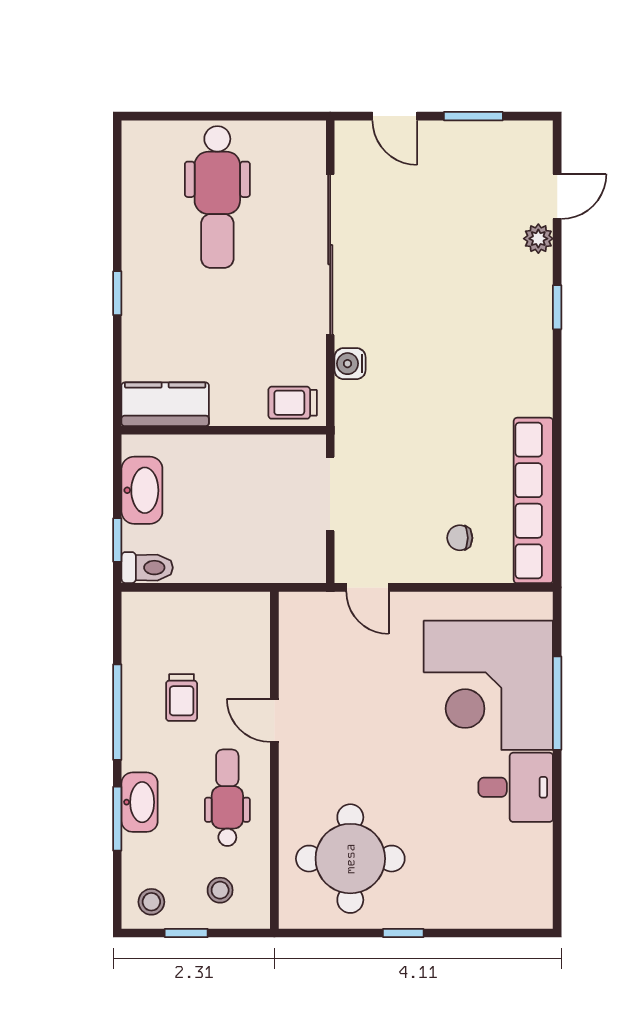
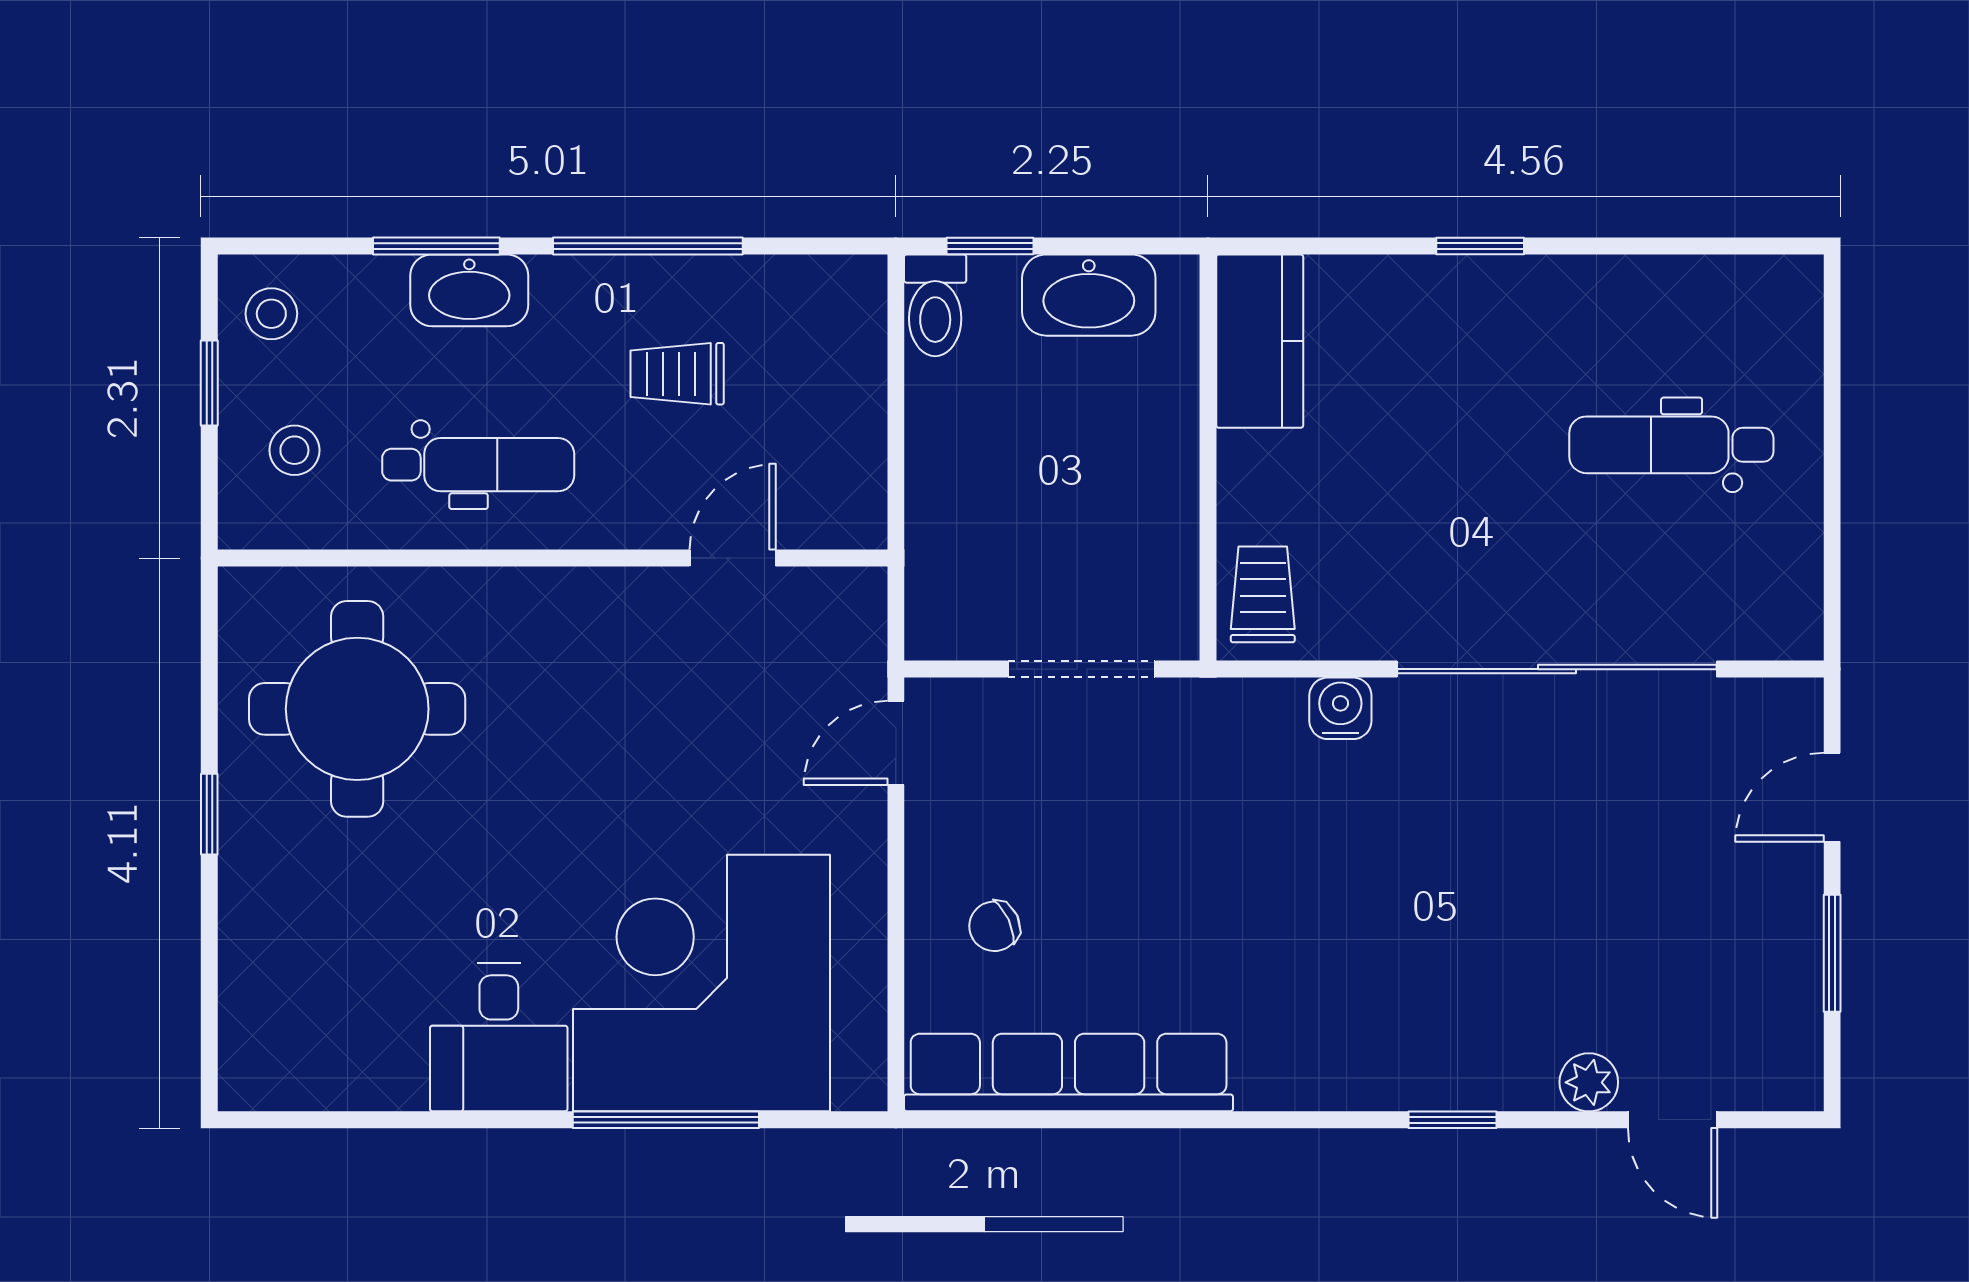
dental chair: (217, 197) -> (1671, 445), width x0.73, depth x0.72
chair: (460, 538) -> (994, 926), turned -115
door: (274, 720) -> (733, 558), moved

